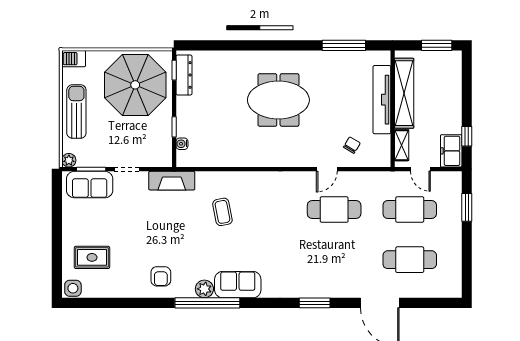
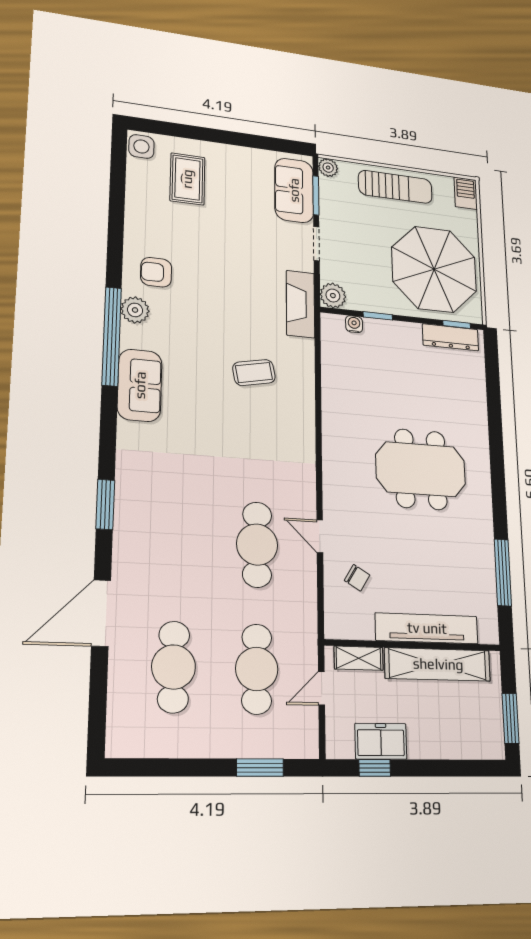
meeting table: (278, 100) -> (421, 469), turned 90
freezer: (451, 151) -> (381, 741), moved
plant: (163, 158) -> (333, 296), added
plant: (204, 289) -> (135, 310), moved

